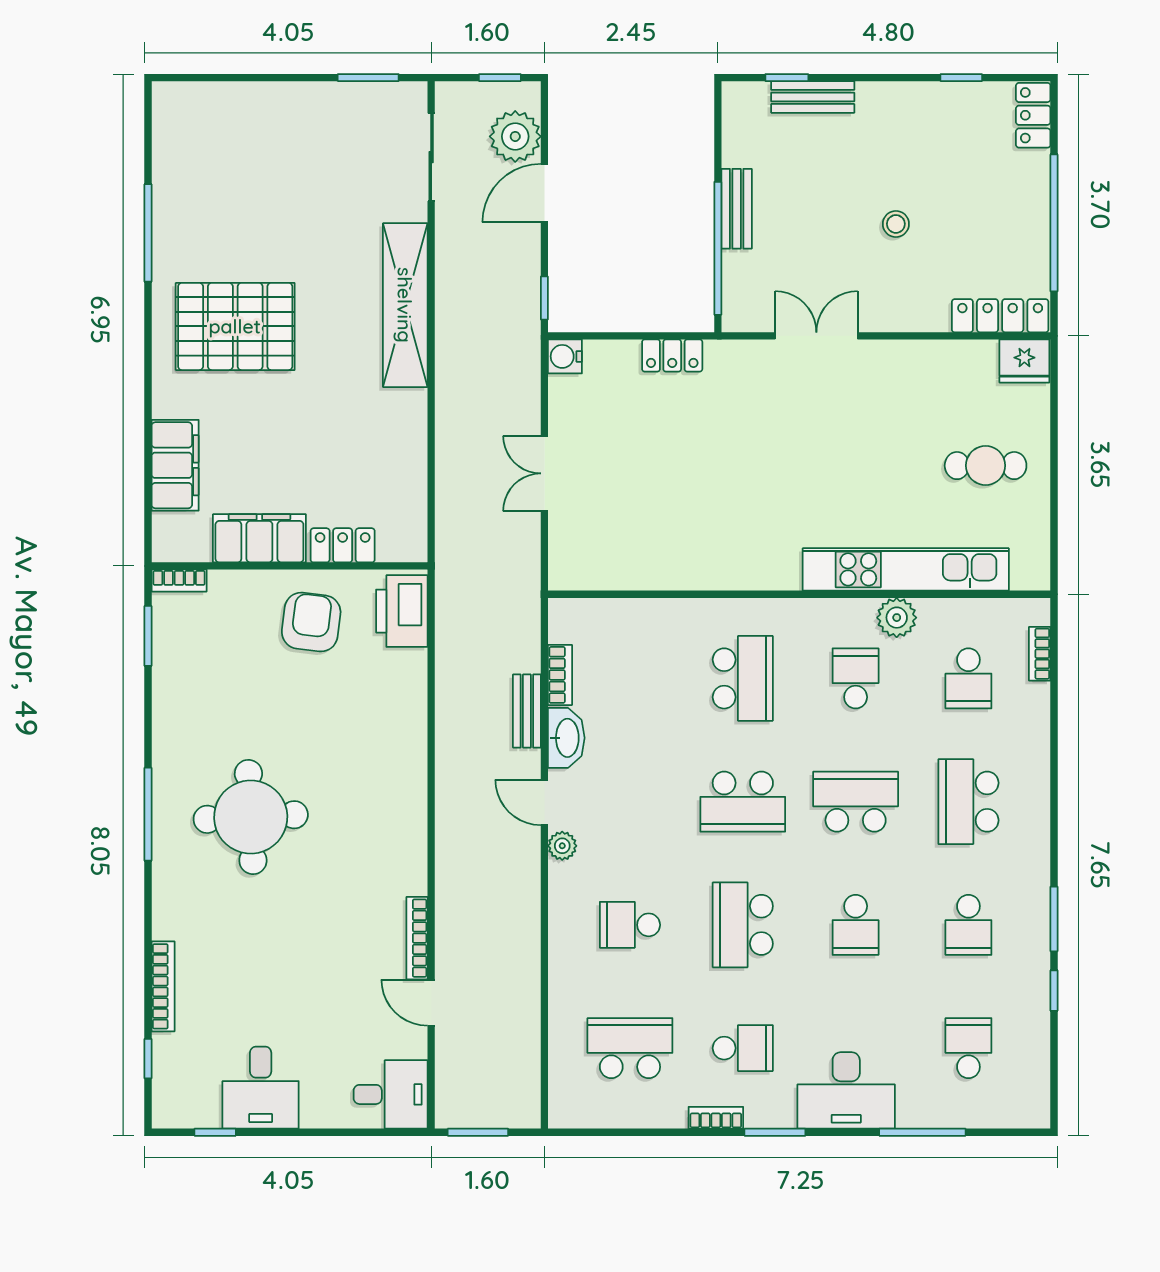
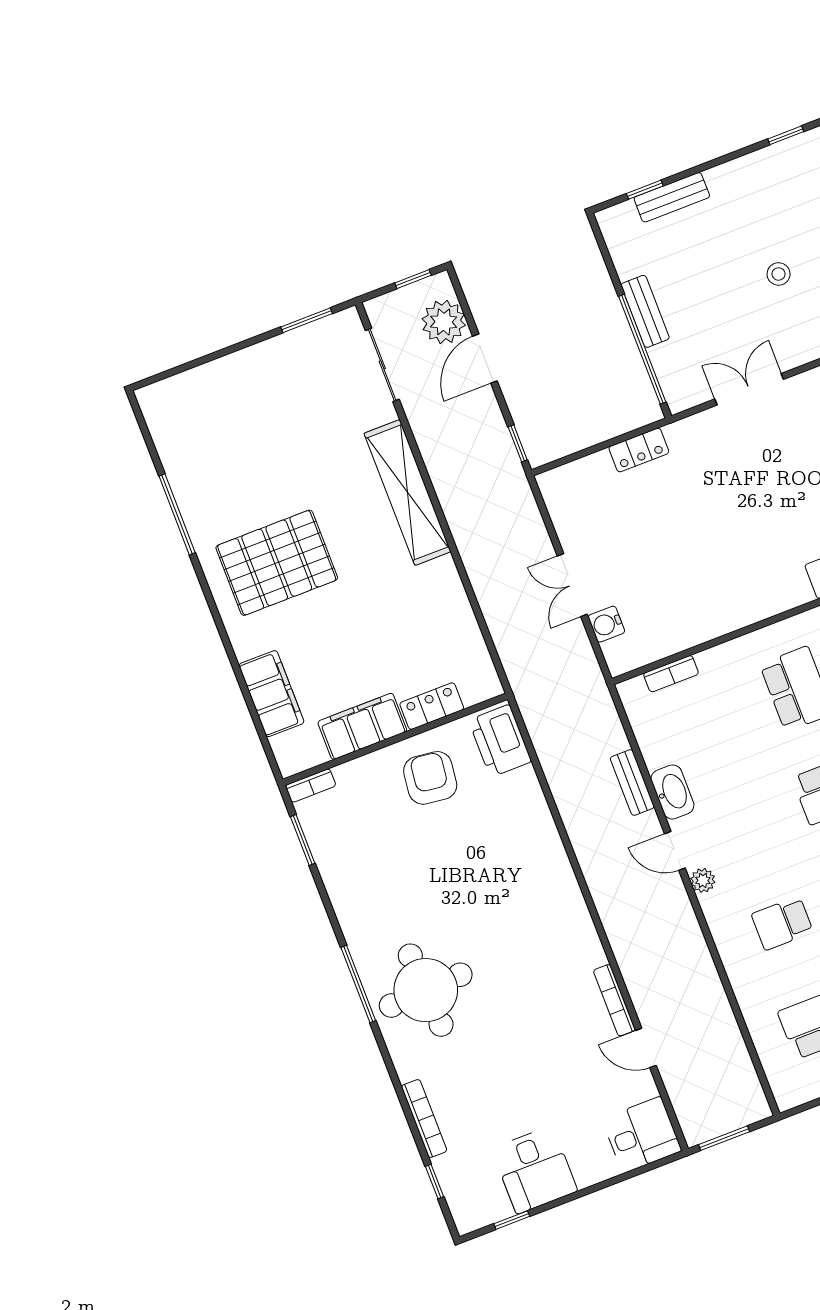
water cooler: (565, 356) -> (606, 624), moved
bookcase: (560, 675) -> (671, 674), moved, turned 90
round table: (251, 817) -> (426, 990), moved

